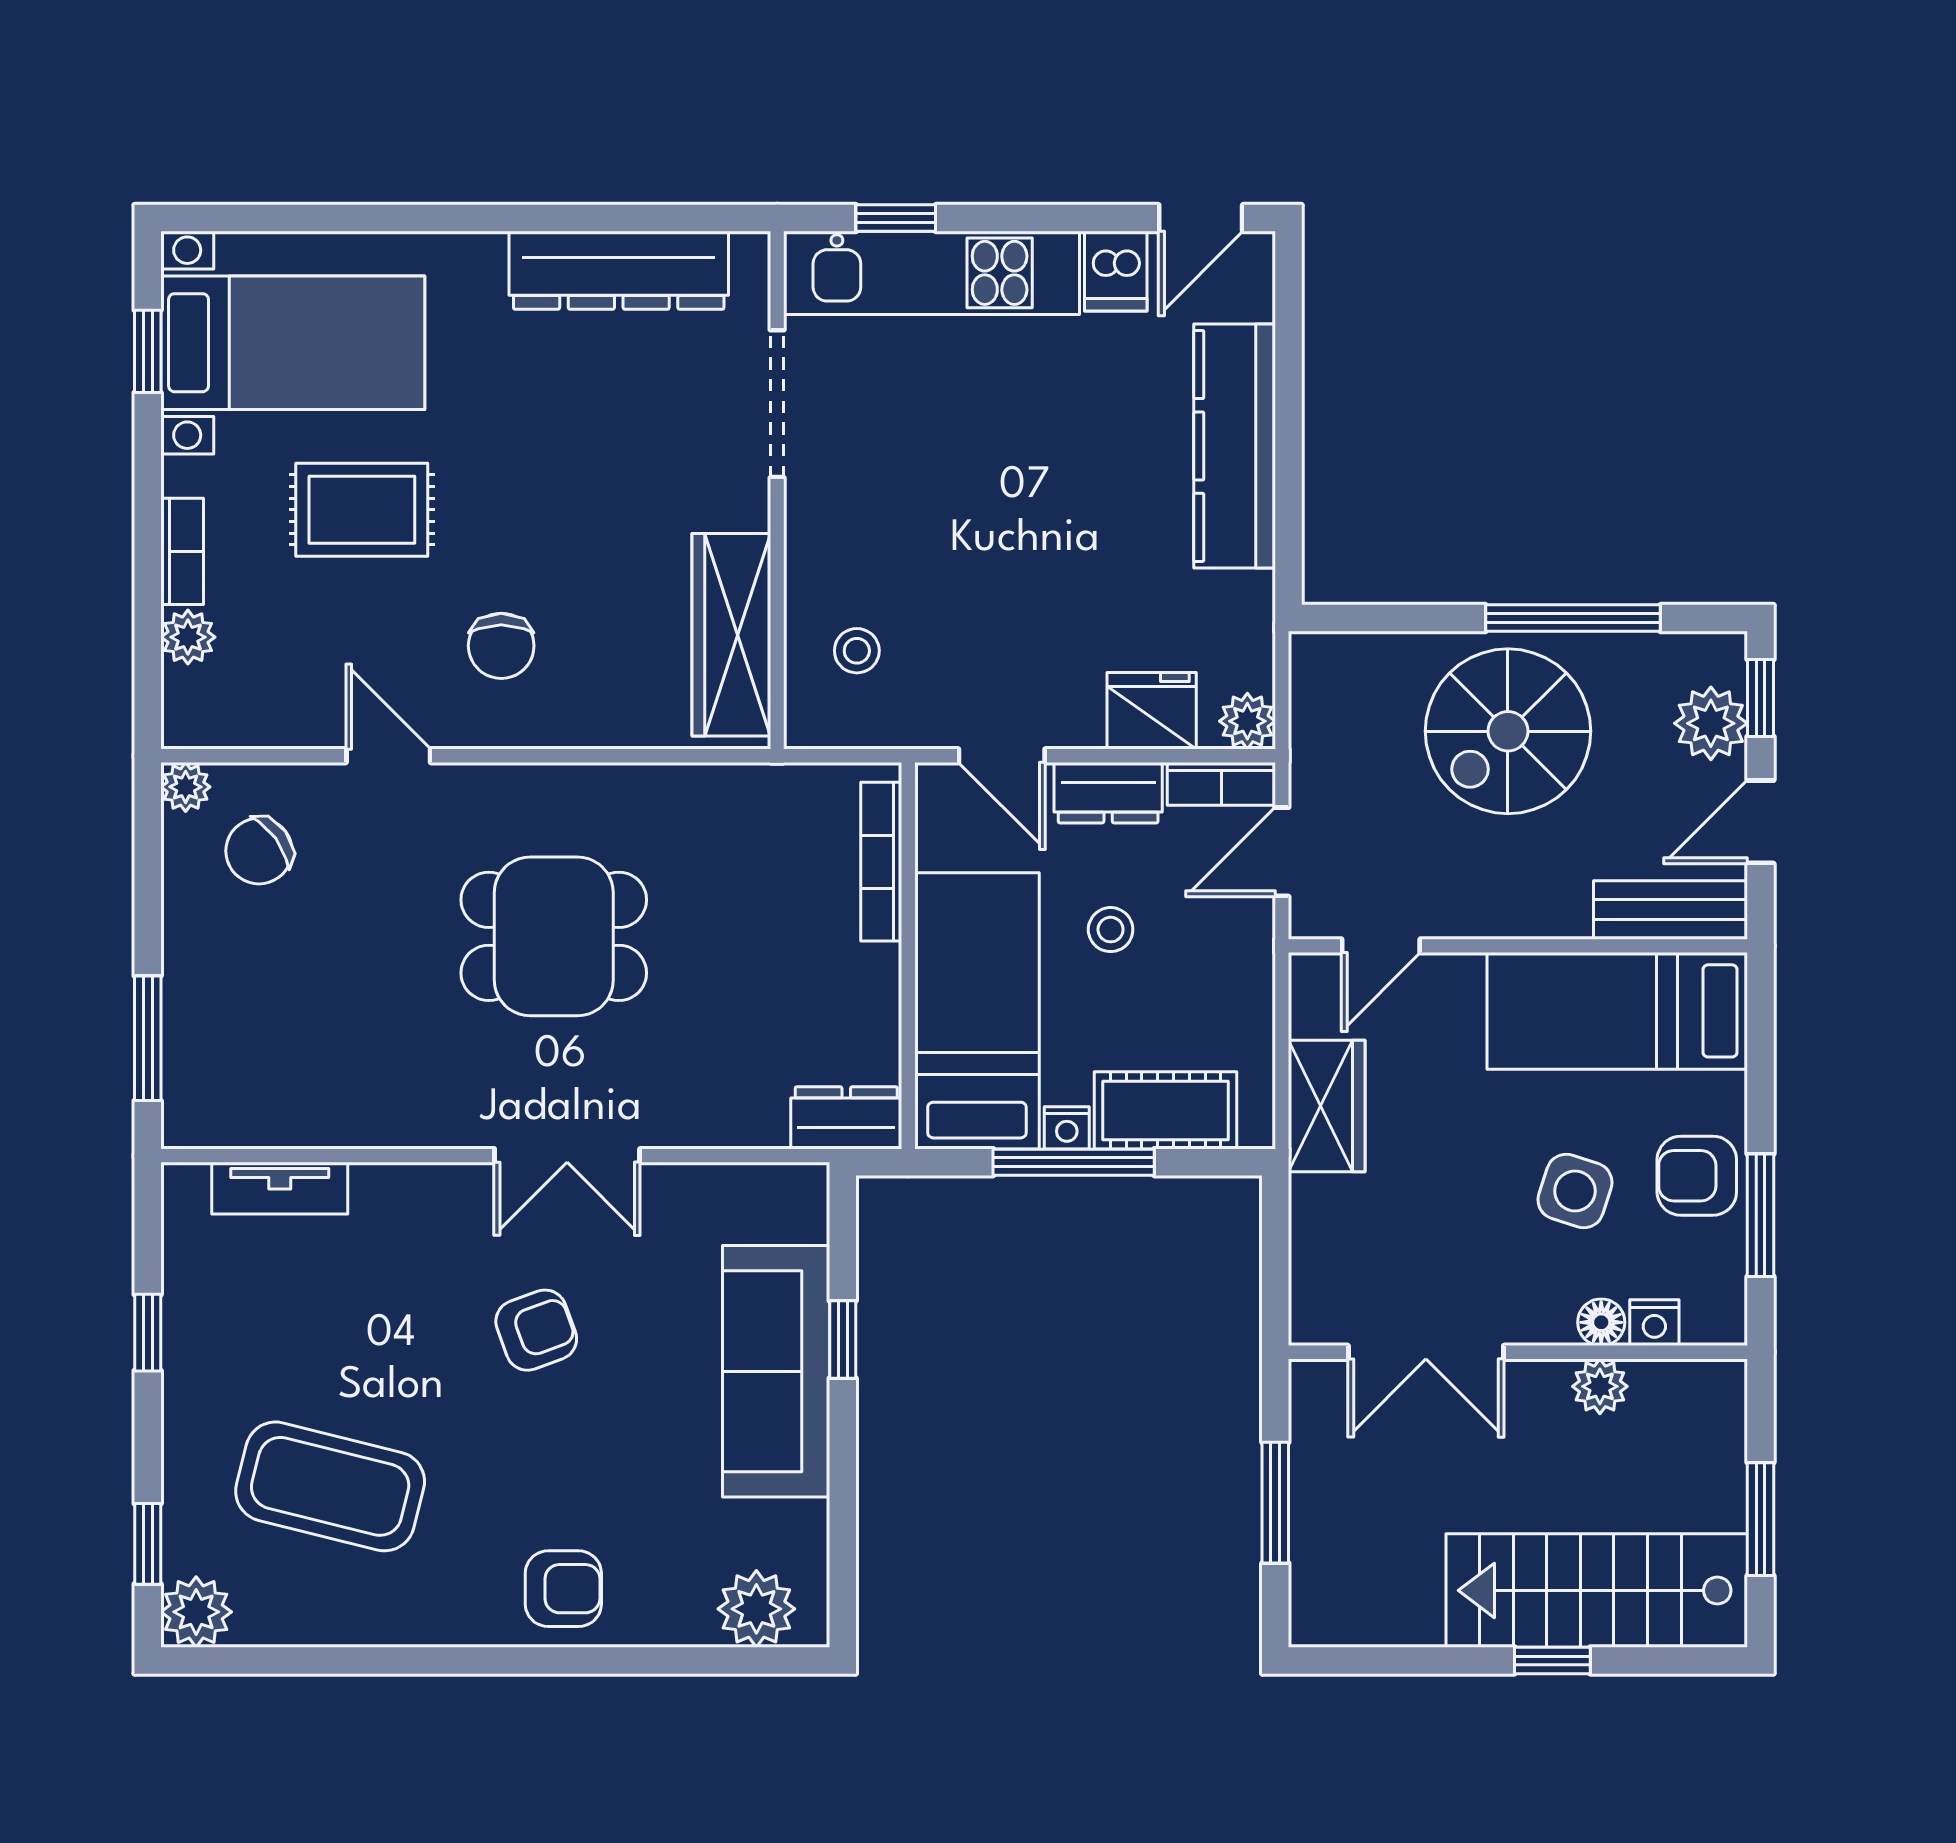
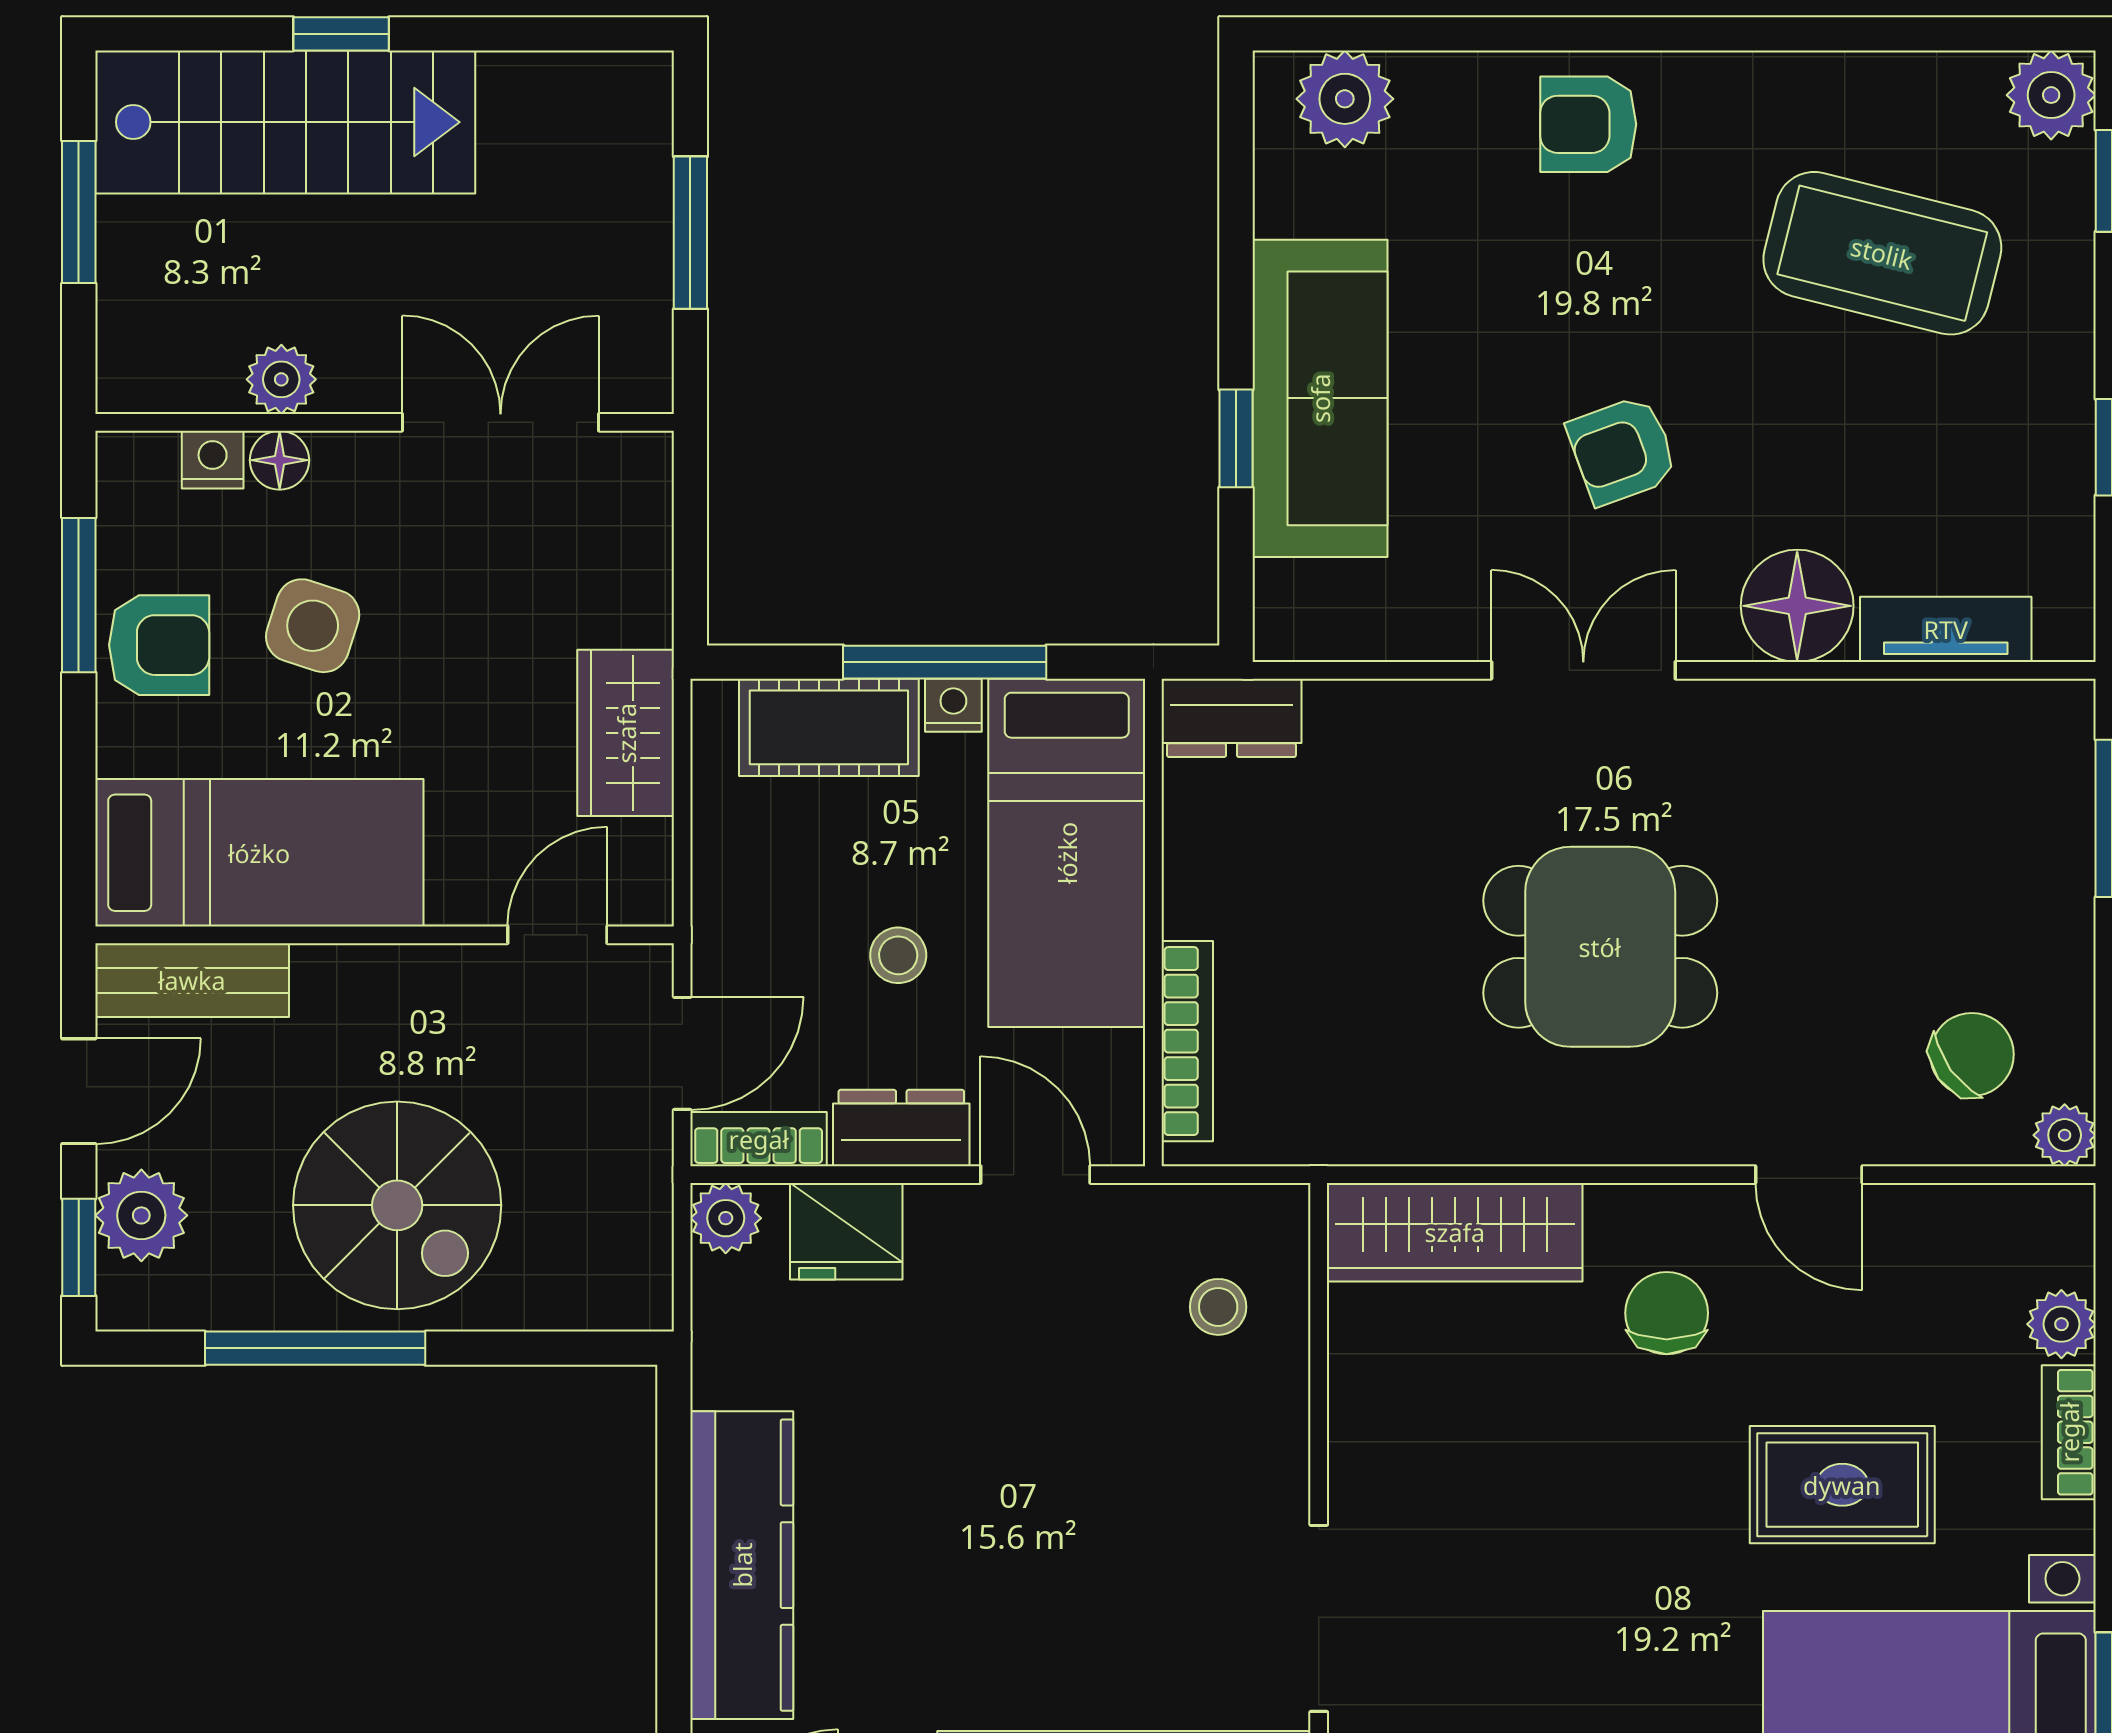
wardrobe: (731, 635) -> (1455, 1232), moved, turned 90
spiral stairs: (1508, 731) -> (397, 1205), turned 90
floor lamp: (398, 1207) -> (1797, 606), added

